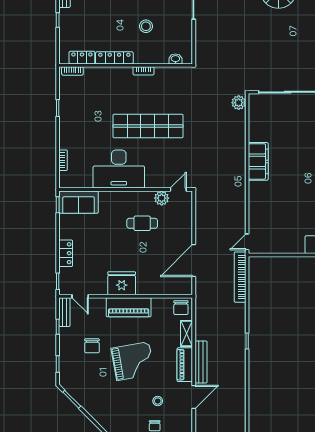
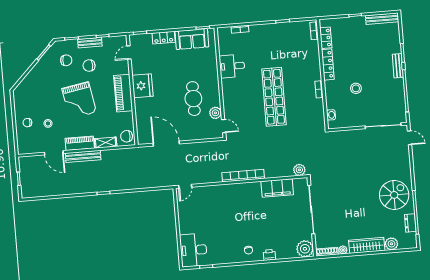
filing cabinet: (258, 161) -> (277, 188), moved
desk: (119, 169) -> (232, 66), width x0.53, depth x0.77
sofa: (79, 202) -> (192, 39), moved, turned -90
cafe table: (142, 223) -> (193, 99), width x1.37, depth x1.35
door: (247, 242) -> (185, 186), swing flipped
bookcase: (240, 277) -> (243, 176), moved
bench: (64, 312) -> (90, 43), moved
chair: (83, 373) -> (66, 60), added

